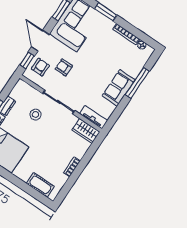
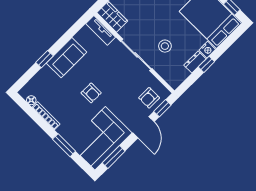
armchair: (64, 67) -> (91, 93), moved
window: (137, 83) -> (45, 59), width x0.46

